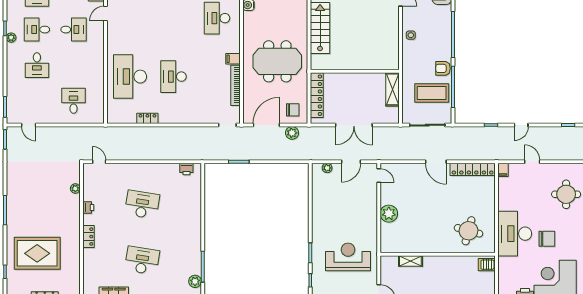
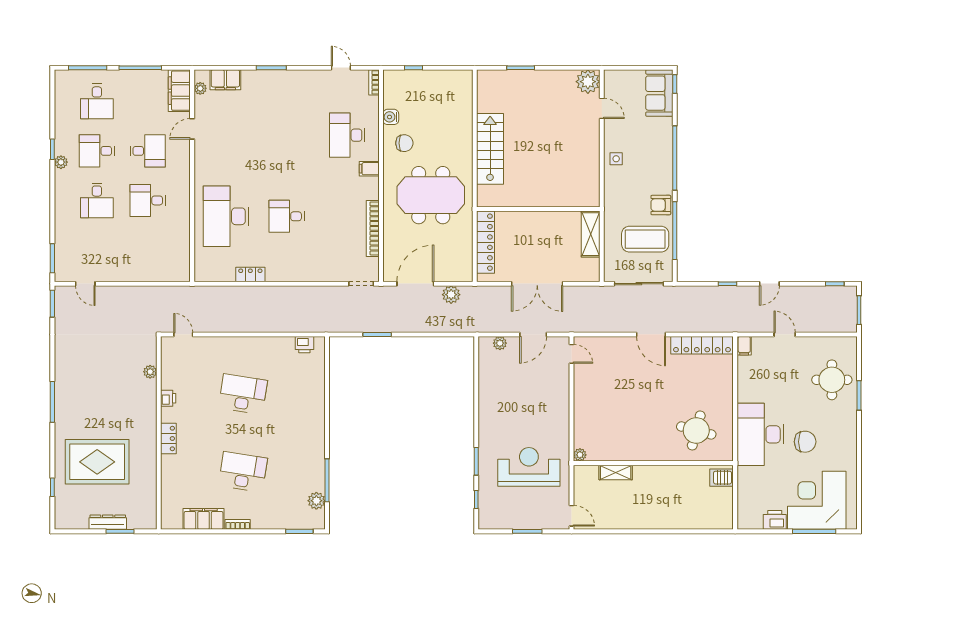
filing cabinet: (233, 59) -> (369, 169), moved
desk: (174, 77) -> (287, 216), width x0.73
desk: (74, 101) -> (148, 200), moved, turned -90
chair: (293, 110) -> (404, 143), moved
plant: (389, 214) -> (580, 455), moved, width x0.53, depth x0.53

